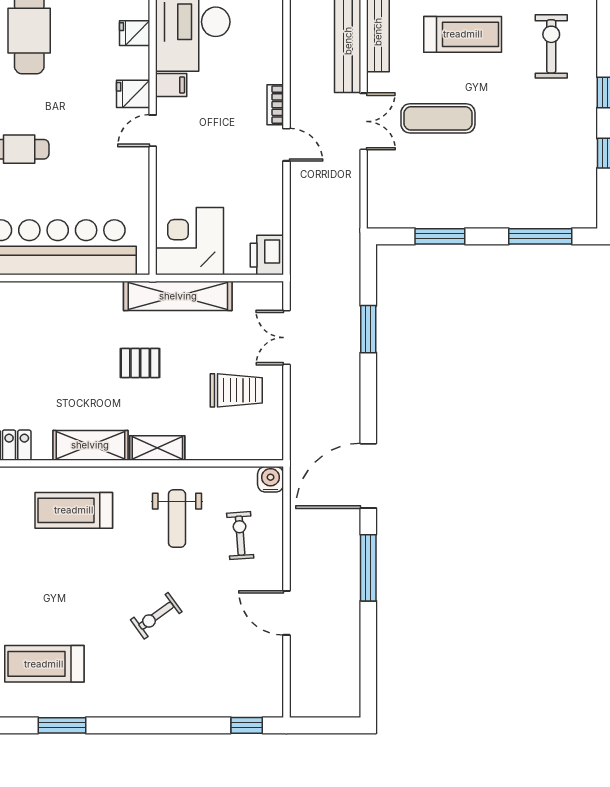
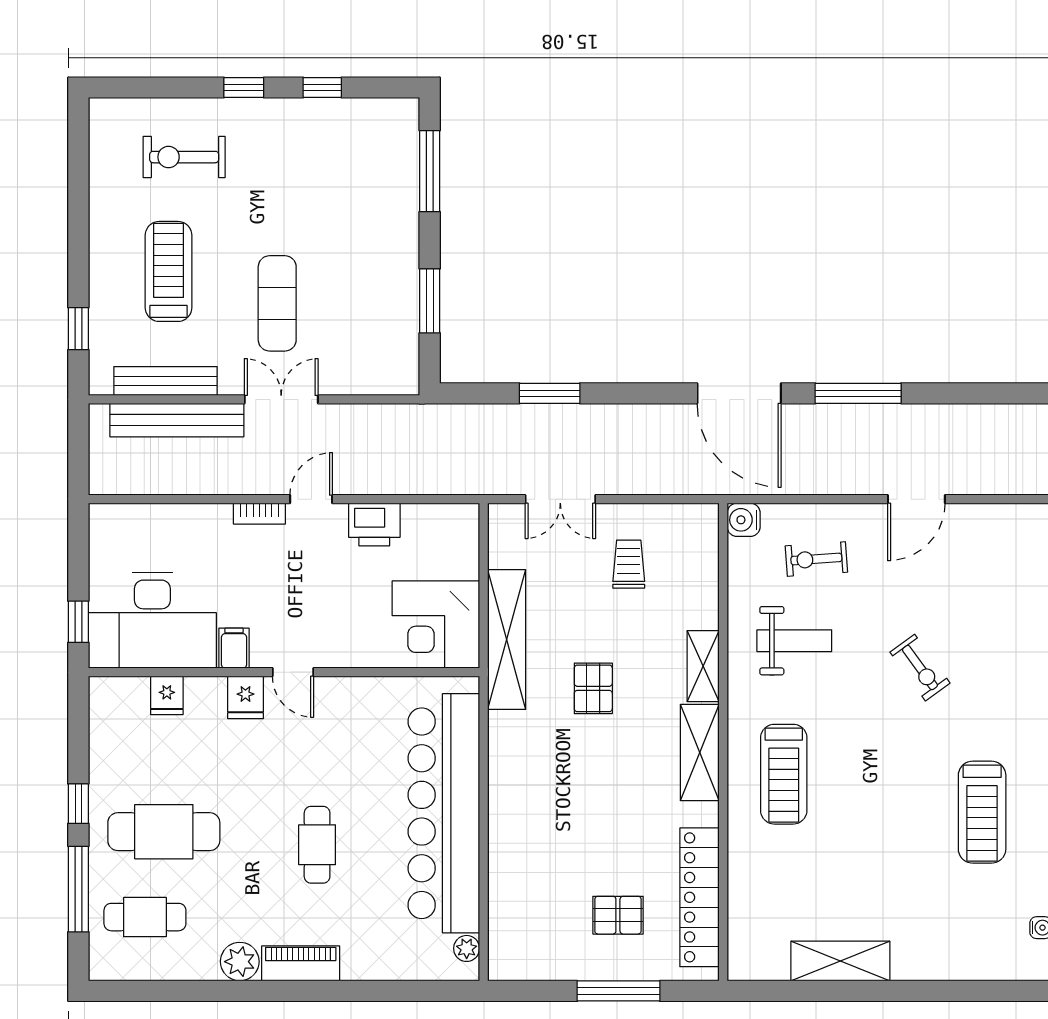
printer: (267, 255) -> (374, 525), moved
trolley: (236, 390) -> (629, 564), width x0.73, depth x0.72

